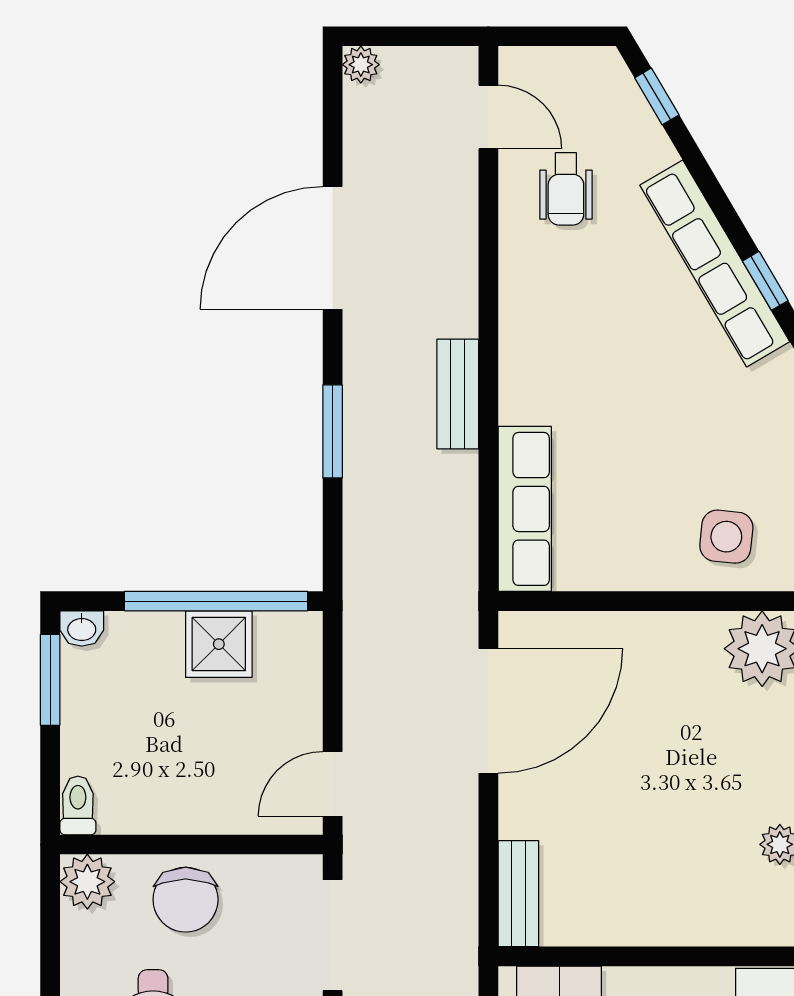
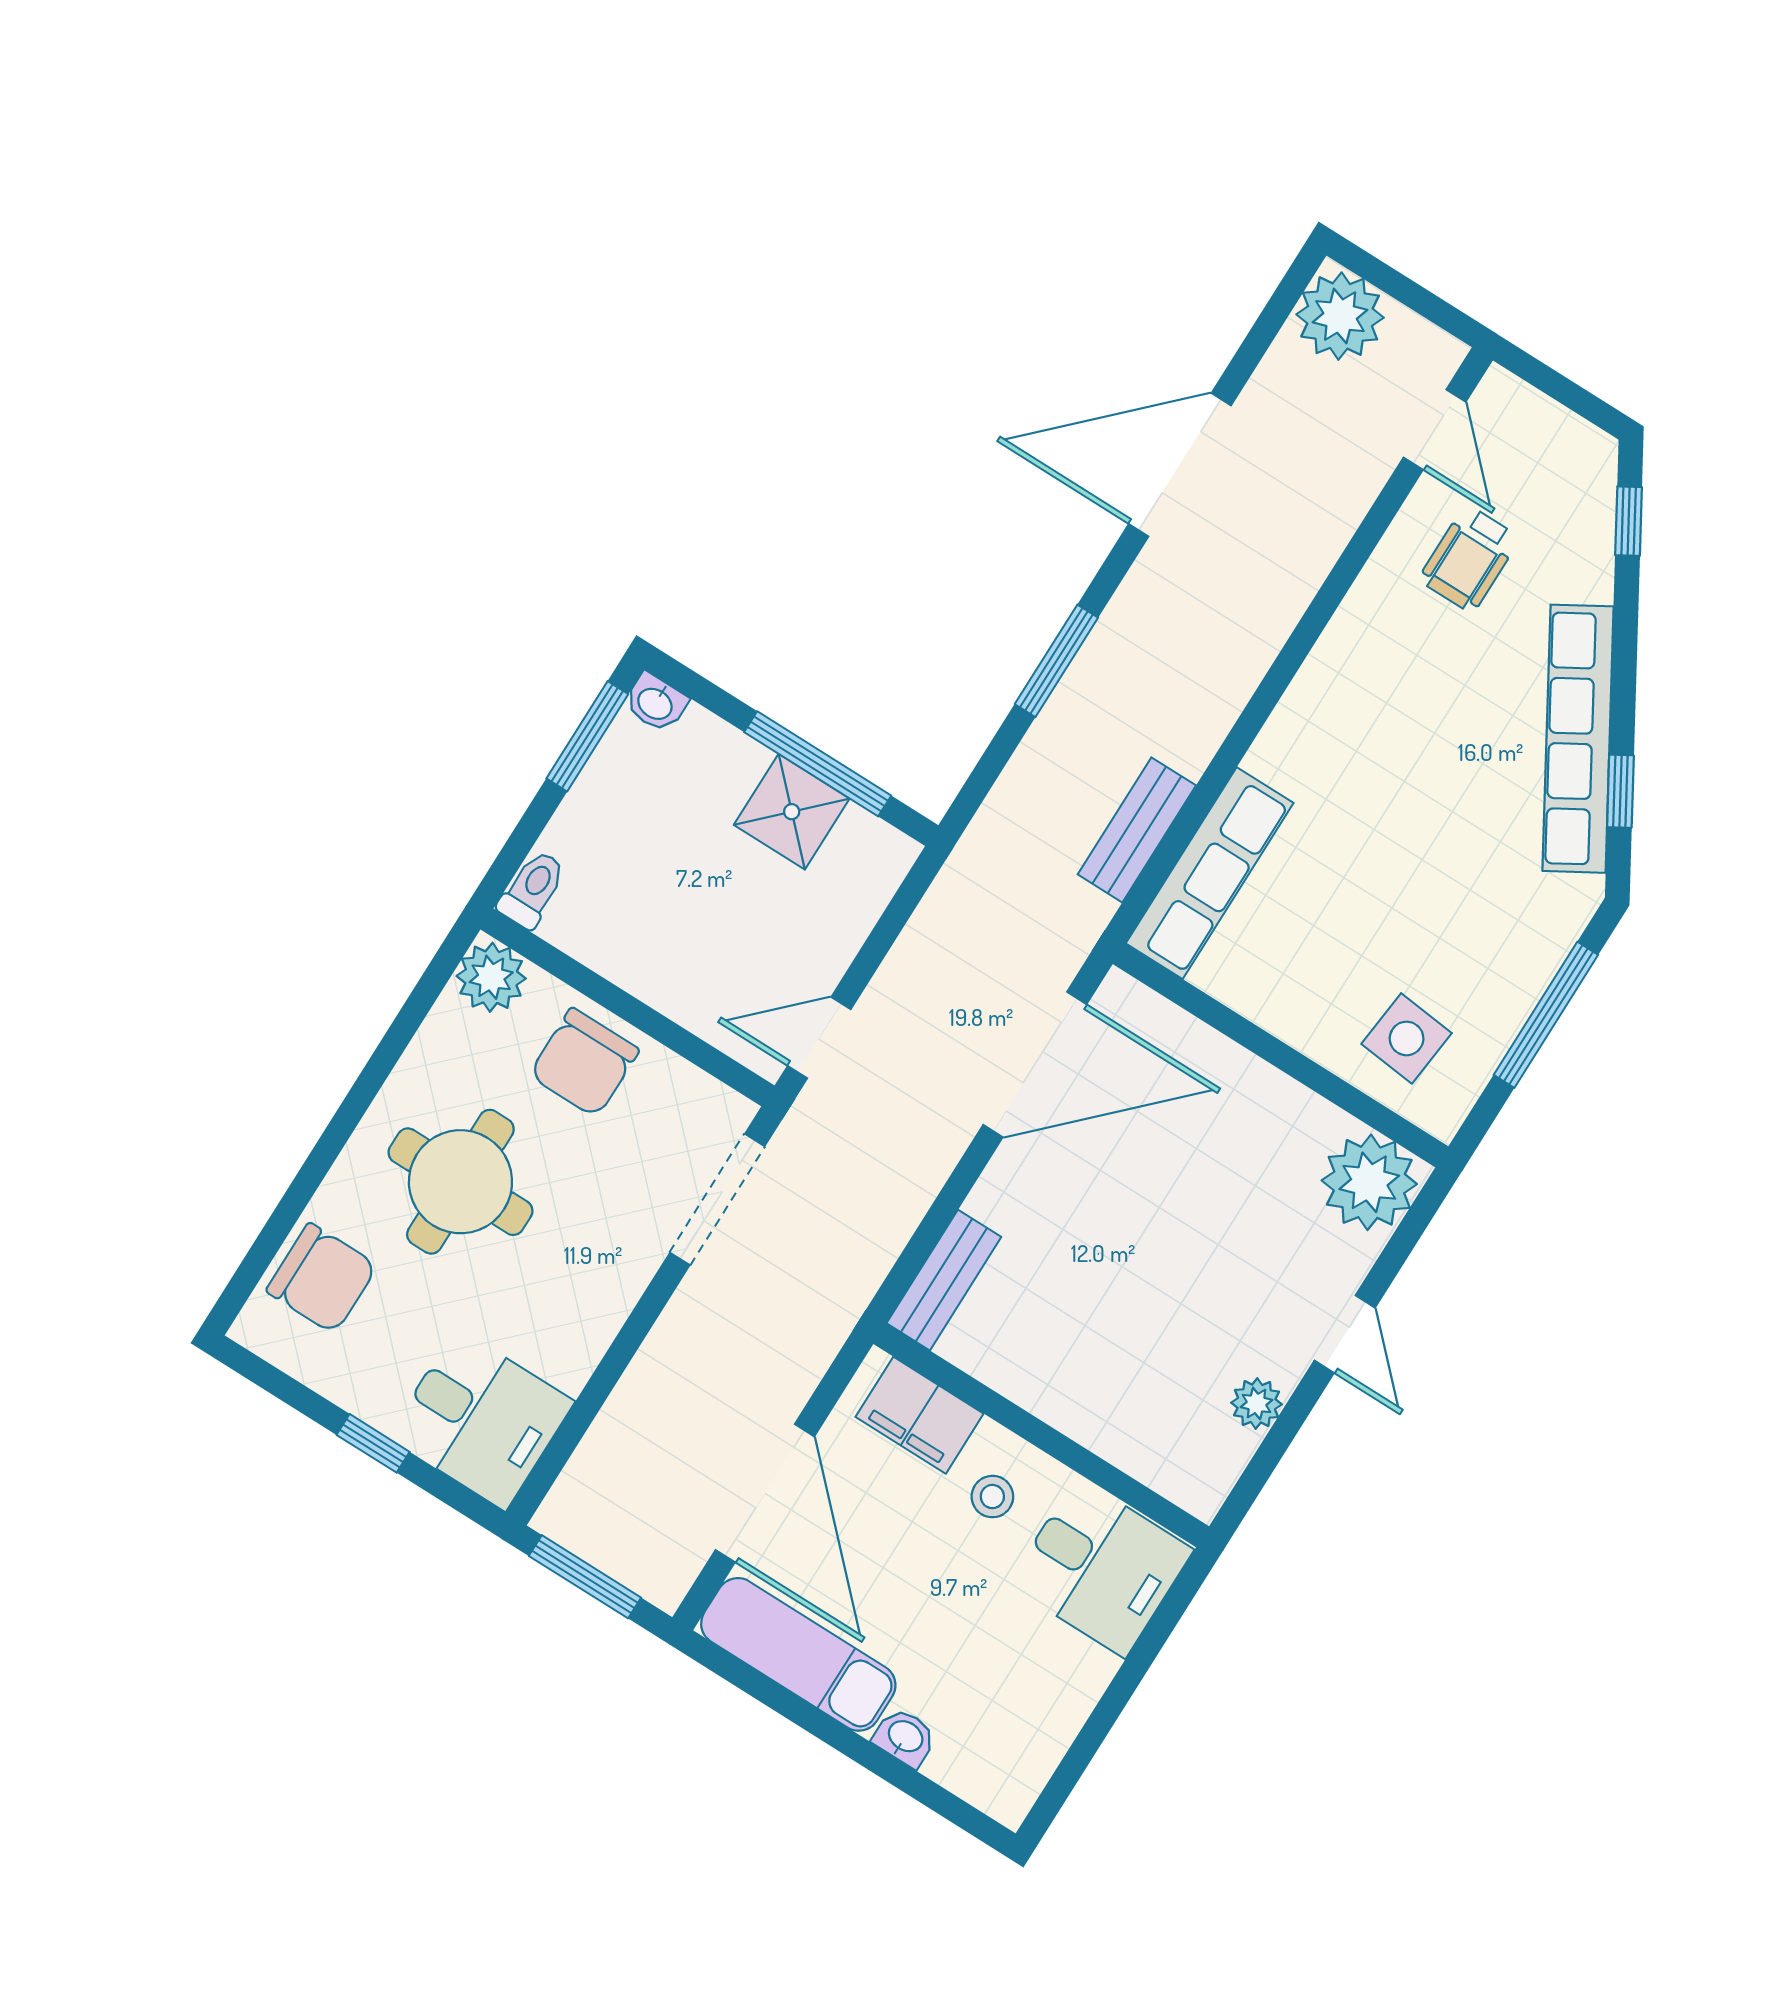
plant: (361, 65) -> (1340, 316), width x1.88, depth x1.88
bench: (458, 394) -> (1137, 830), moved
window: (216, 601) -> (818, 764), width x0.68

